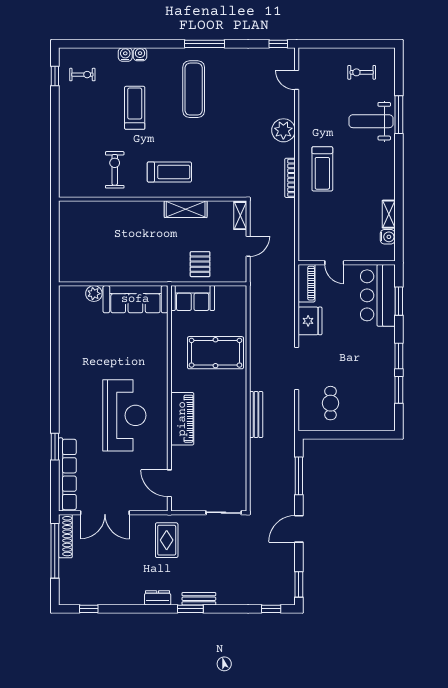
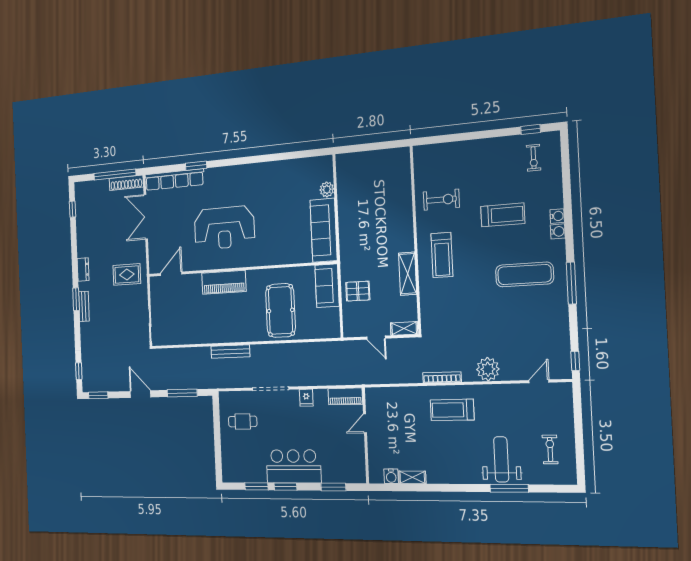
water cooler: (125, 54) -> (558, 231), moved
bar counter: (378, 295) -> (294, 466), moved
fridge: (310, 321) -> (306, 398), width x0.53, depth x0.75

